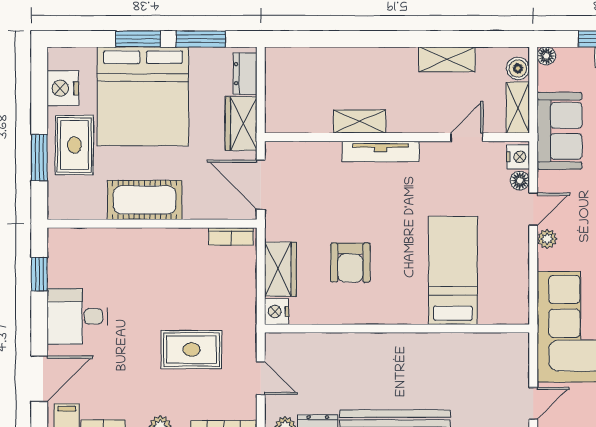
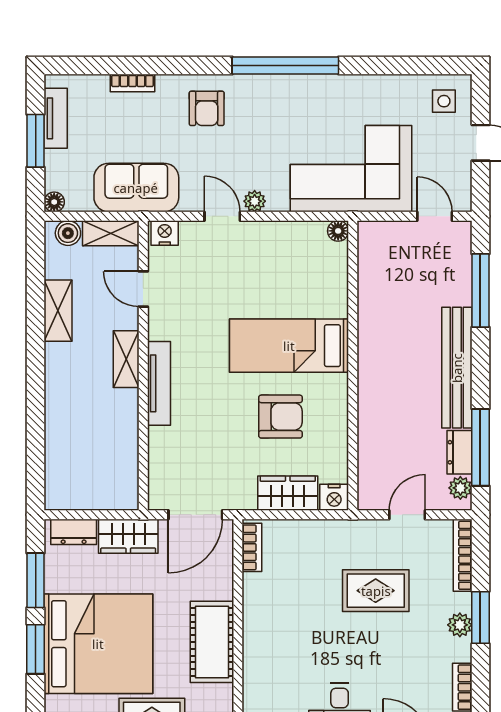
shelving: (360, 122) -> (126, 359), moved
floor lamp: (520, 181) -> (338, 231), moved
bed: (453, 270) -> (289, 346), moved
rug: (191, 349) -> (376, 591), turned 90

